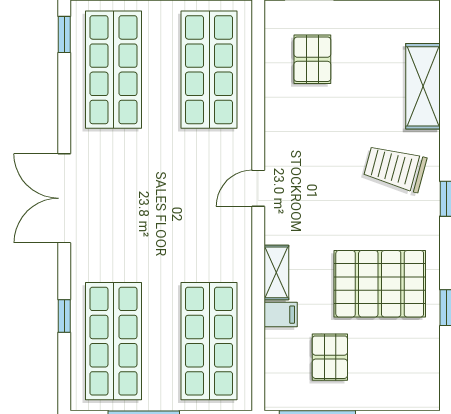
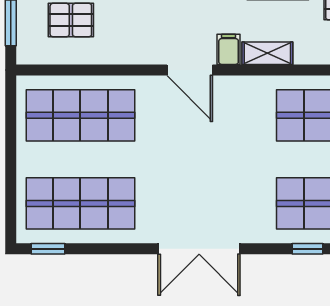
door: (258, 188) -> (190, 70), width x1.38
filing cabinet: (281, 315) -> (229, 49), moved

